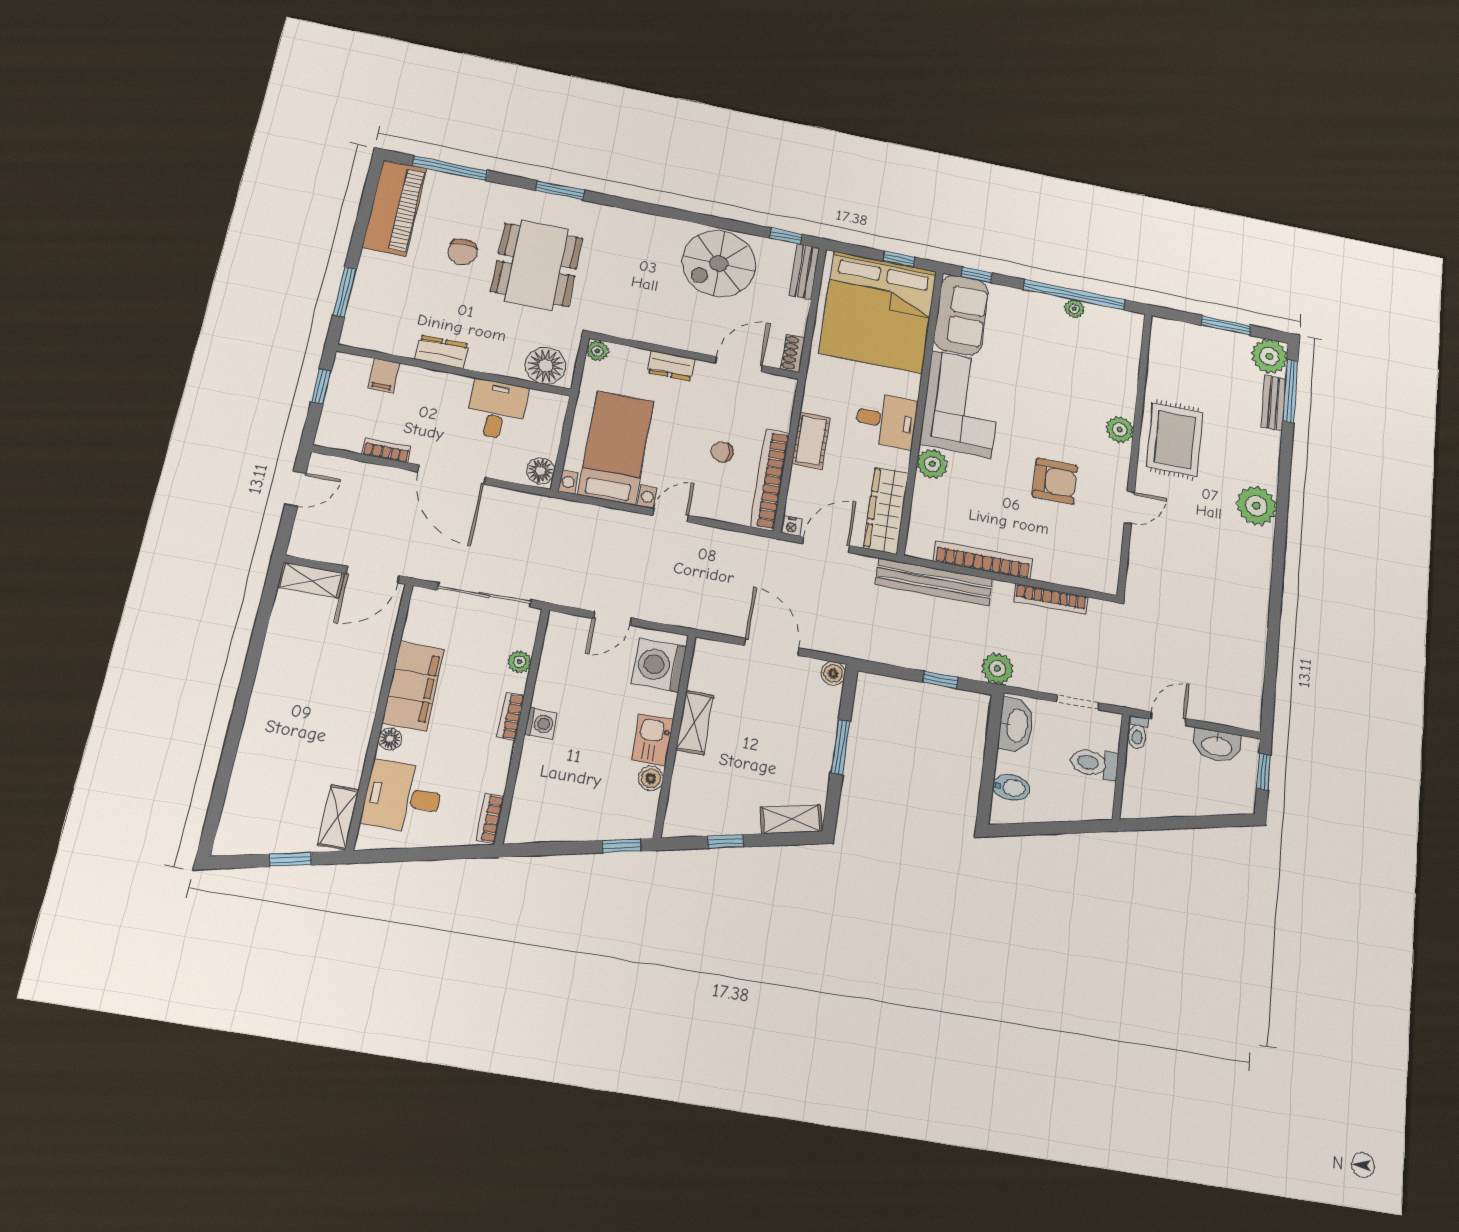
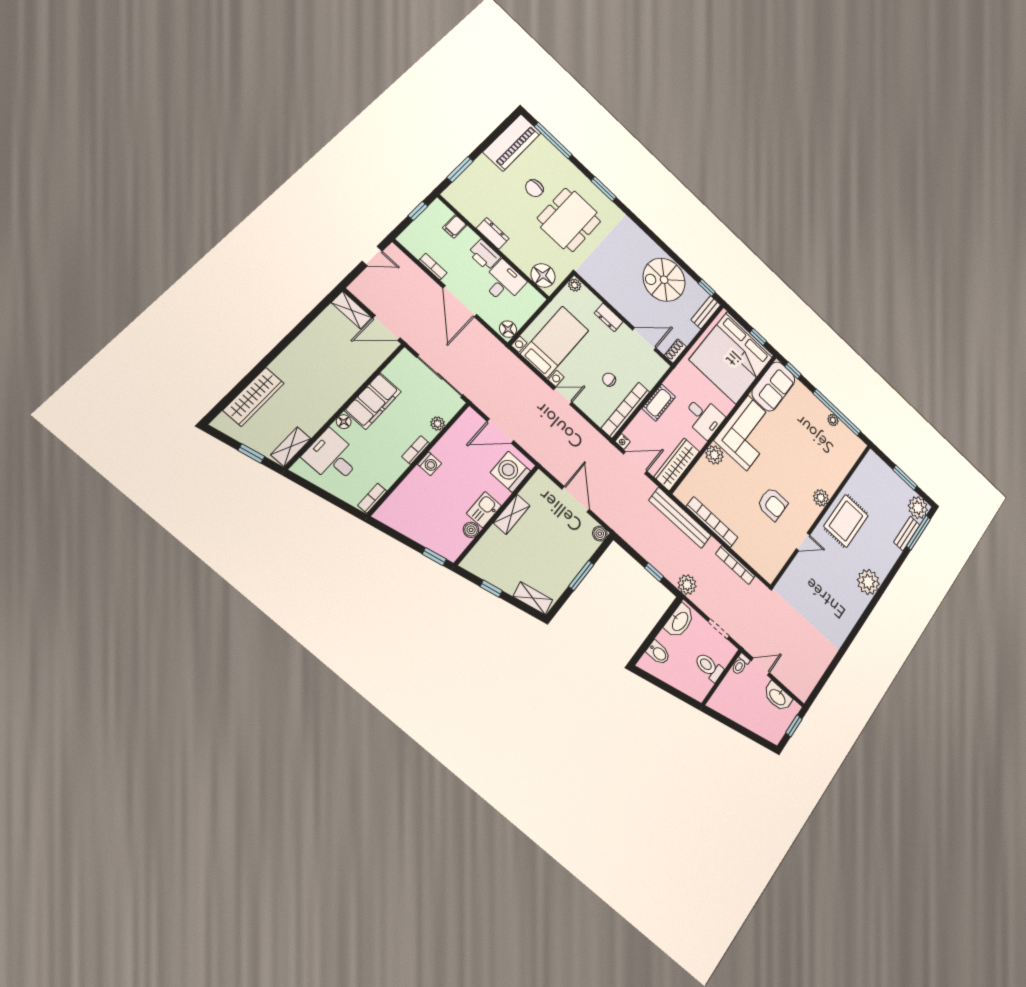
printer: (448, 389) -> (484, 255), added
door: (612, 618) -> (500, 431), width x1.38
wardrobe: (249, 781) -> (254, 397), added

